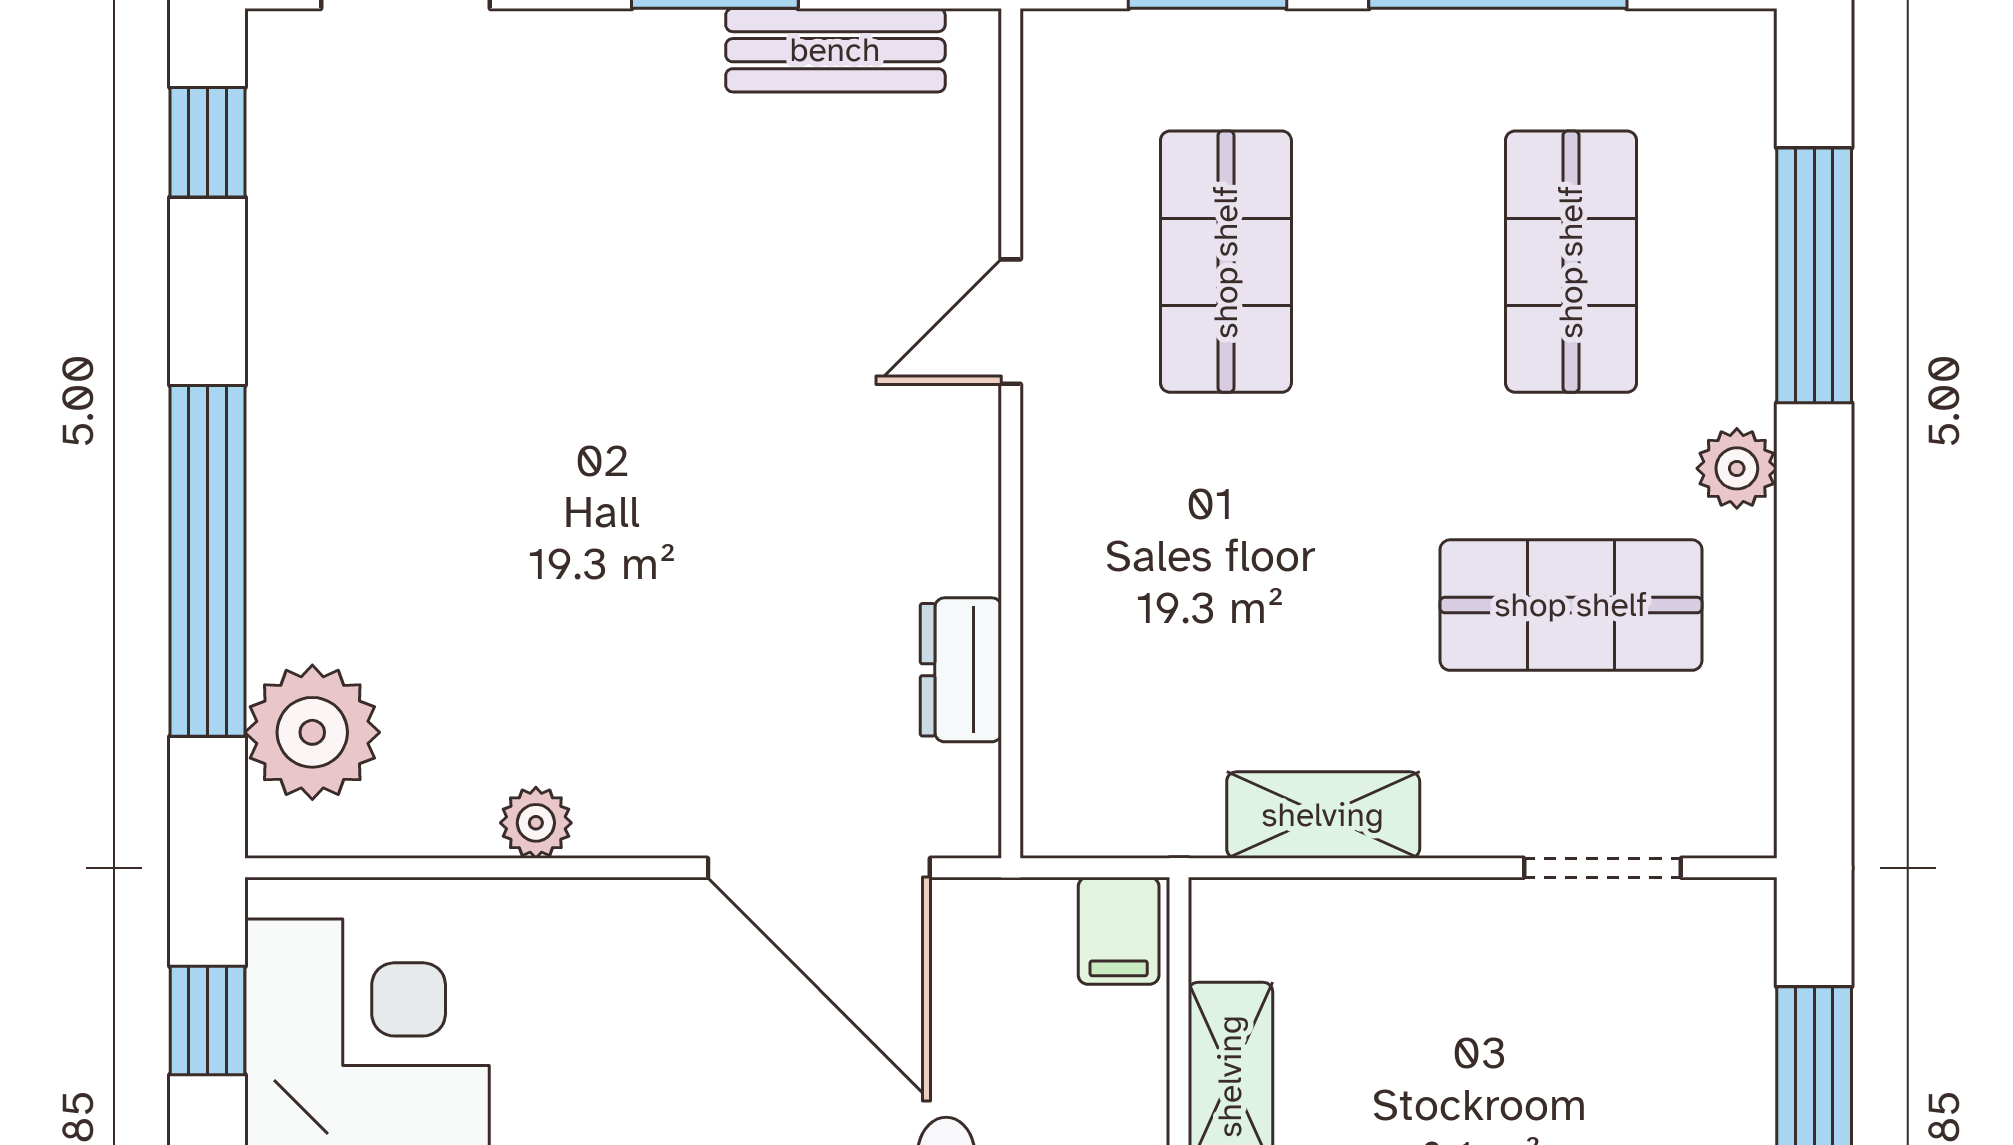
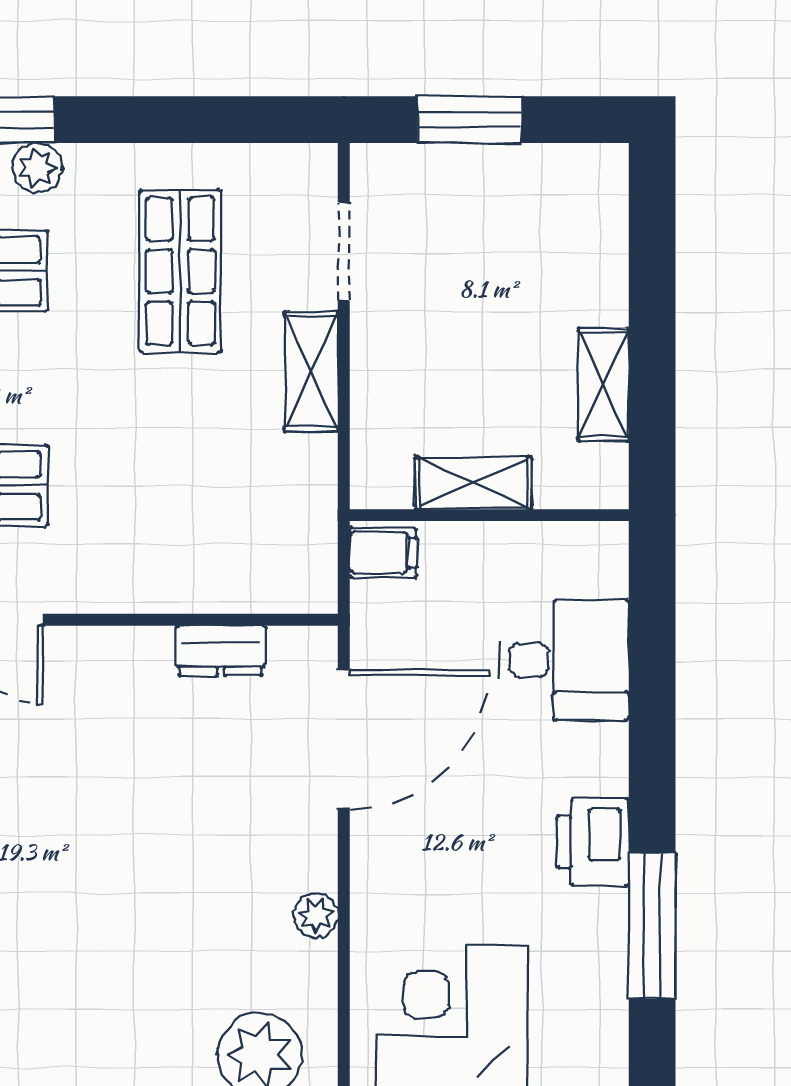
plant: (1737, 468) -> (37, 168), moved
shelving: (1323, 815) -> (311, 372), moved

